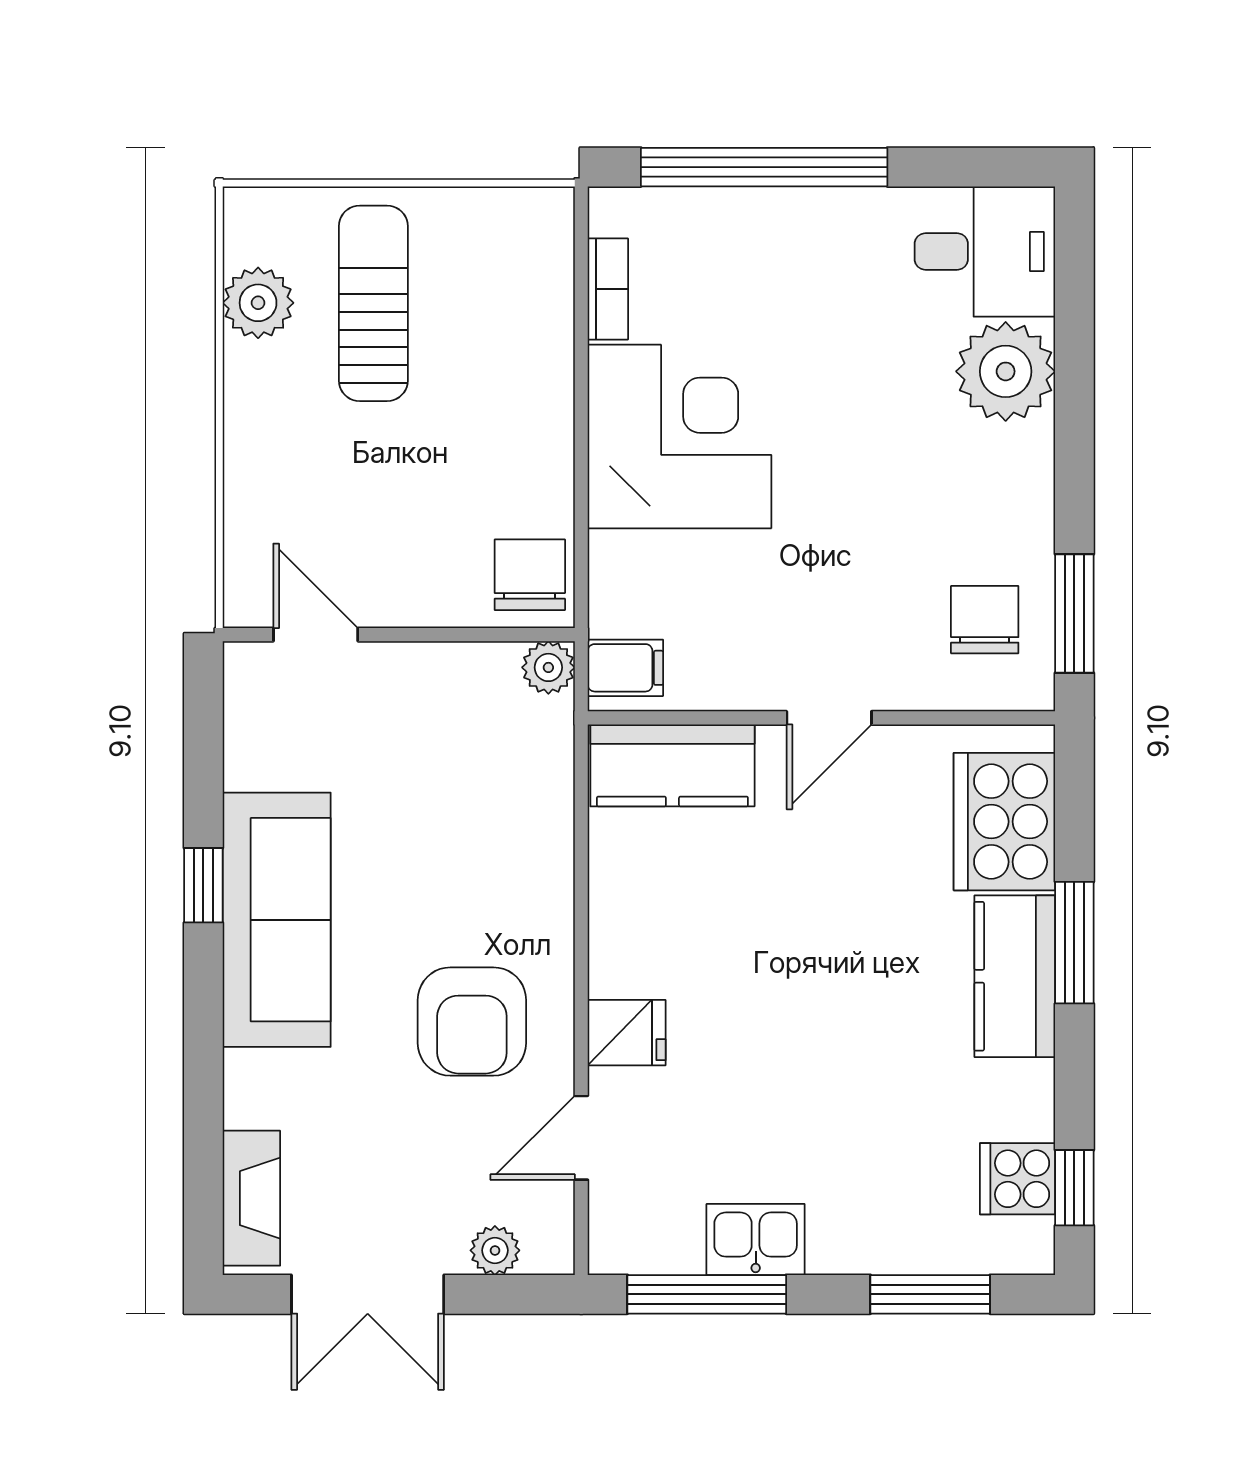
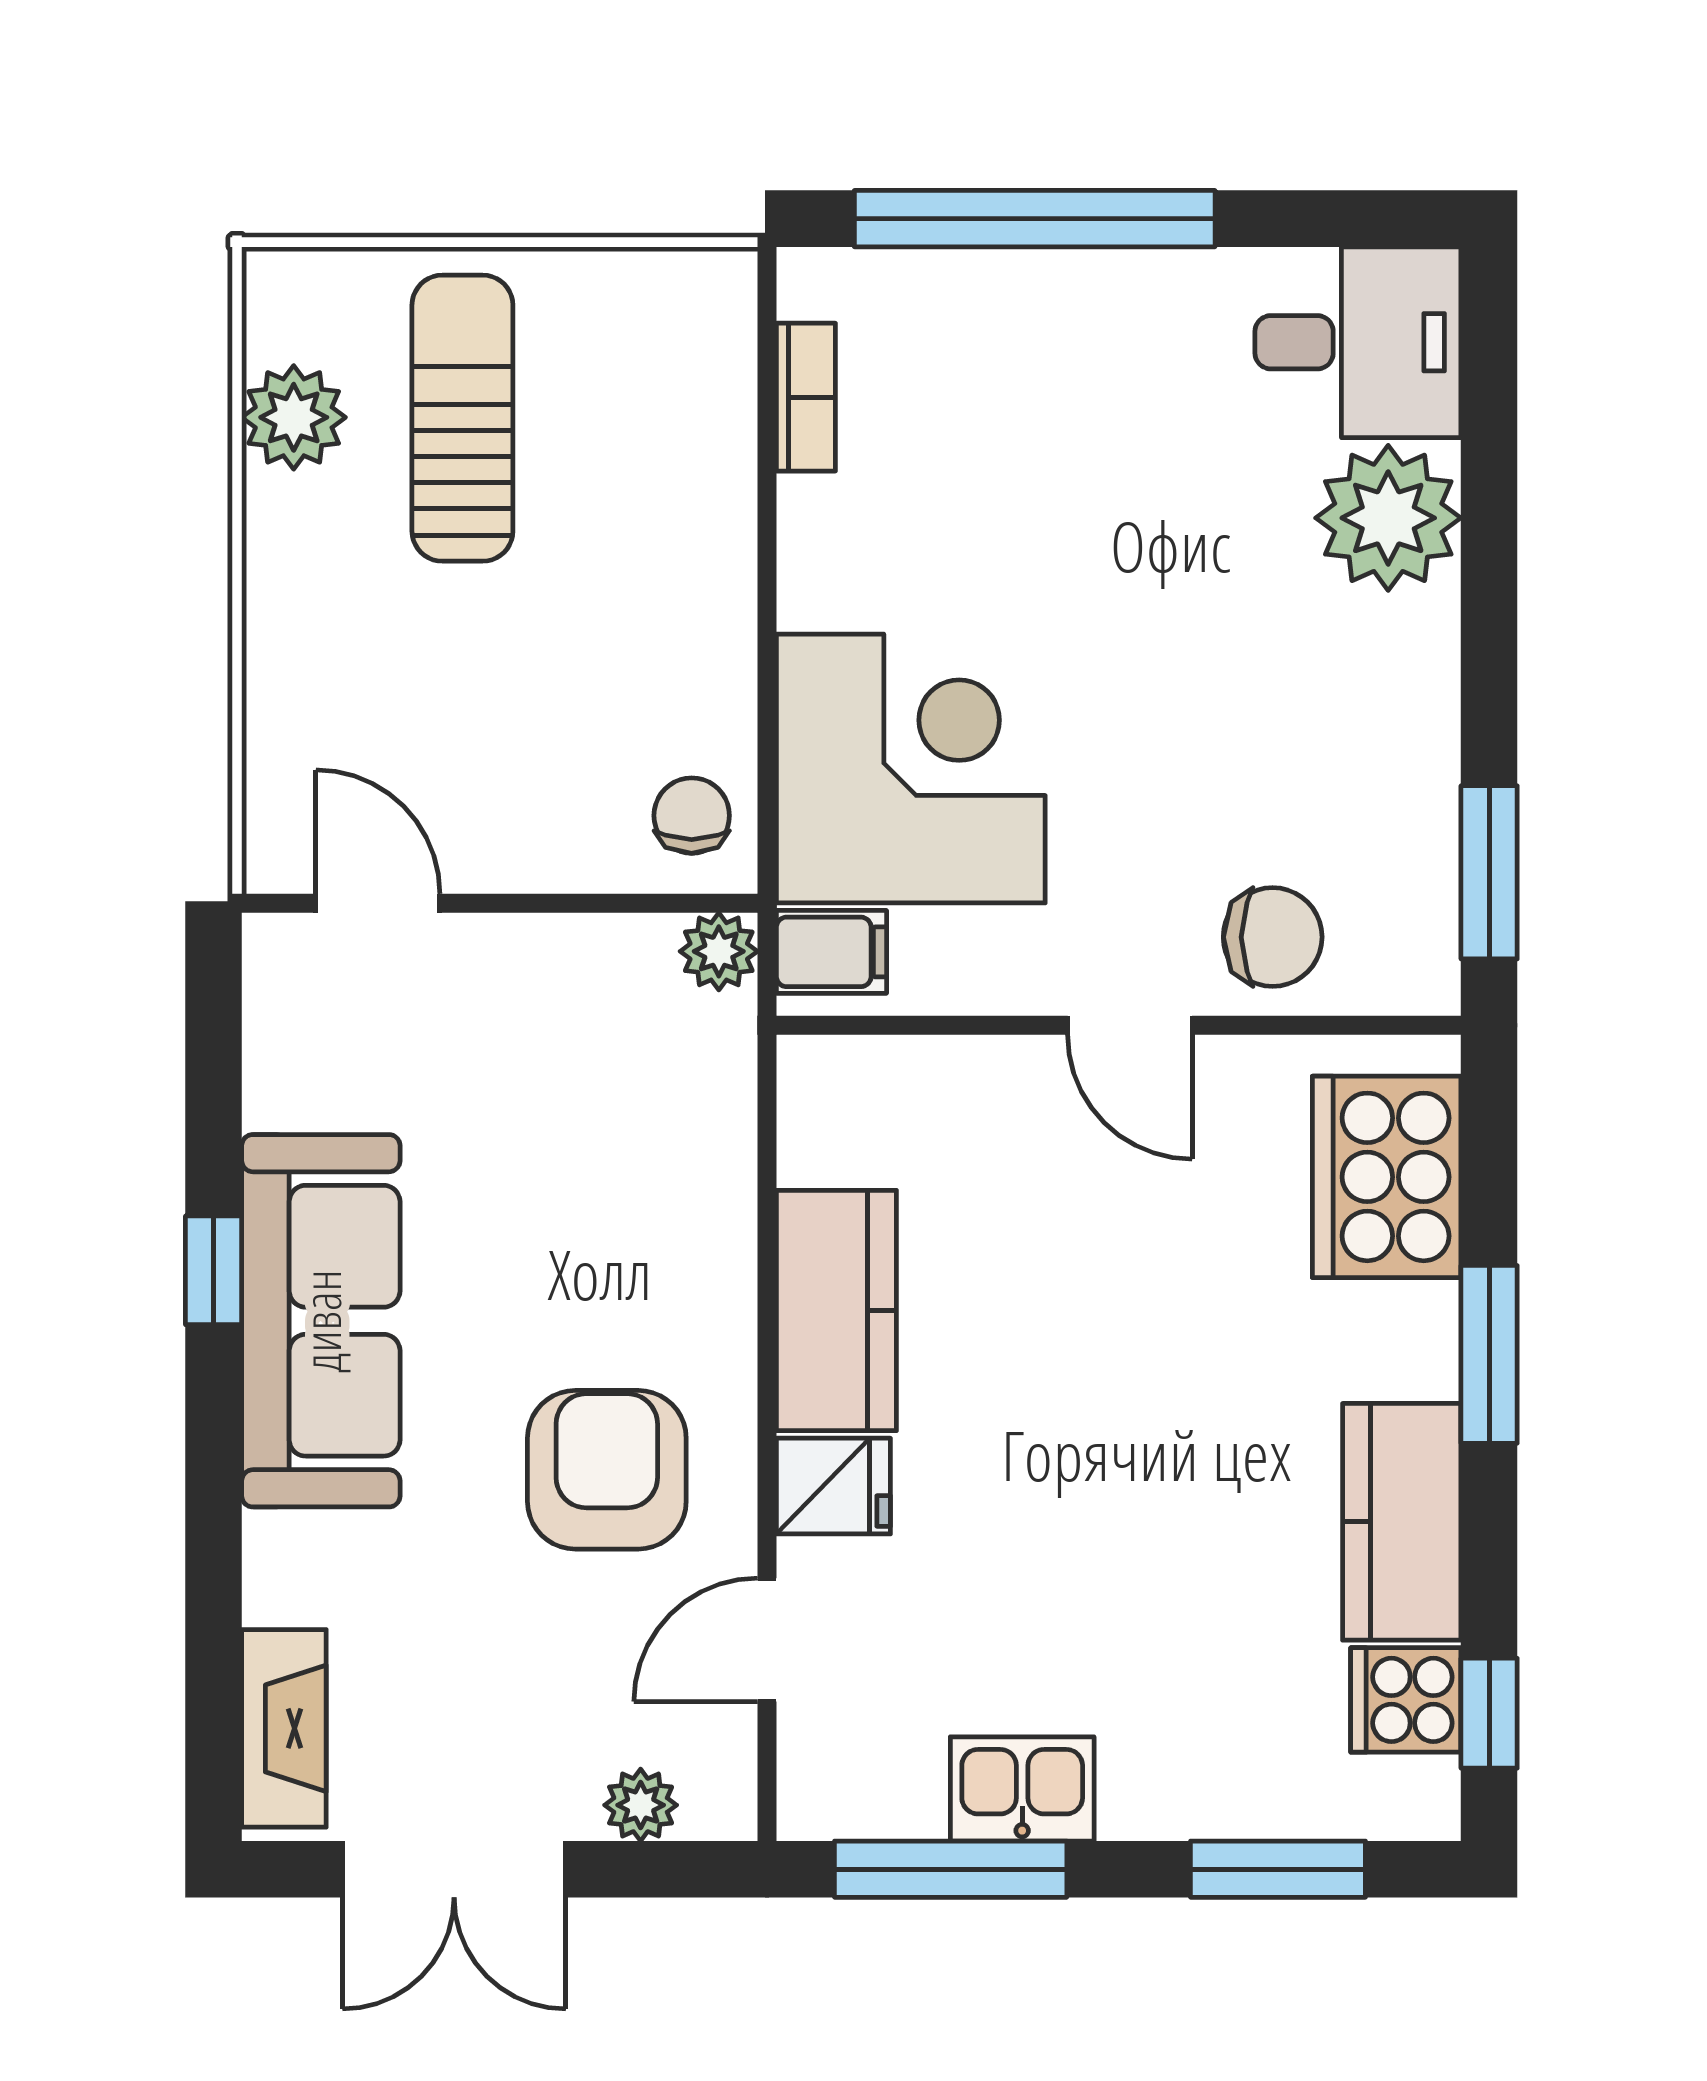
corner desk: (679, 436) -> (911, 769), moved
chair: (530, 575) -> (692, 816), width x0.73, depth x0.73
chair: (985, 620) -> (1273, 937), moved, turned 90
door: (829, 718) -> (1130, 1025), hinge flipped
kitchen counter: (672, 765) -> (836, 1310), moved, turned -90
kitchen counter: (1015, 976) -> (1402, 1522), moved
armchair: (472, 1022) -> (607, 1470), turned 180

